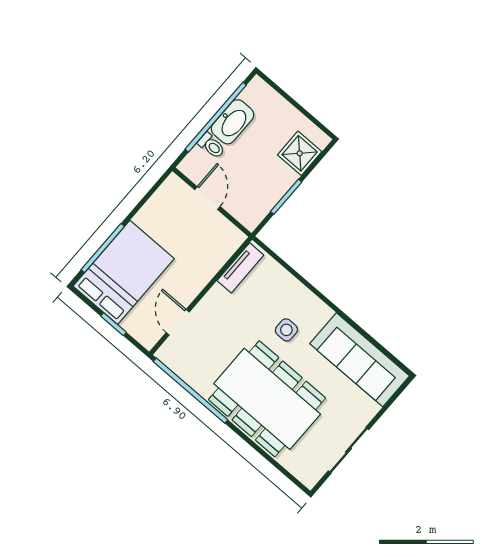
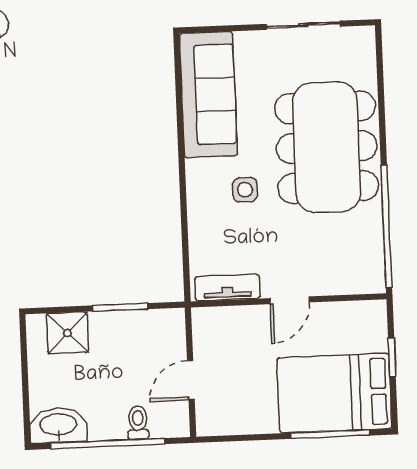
washbasin: (232, 122) -> (58, 425), moved
door: (178, 322) -> (290, 300), moved

